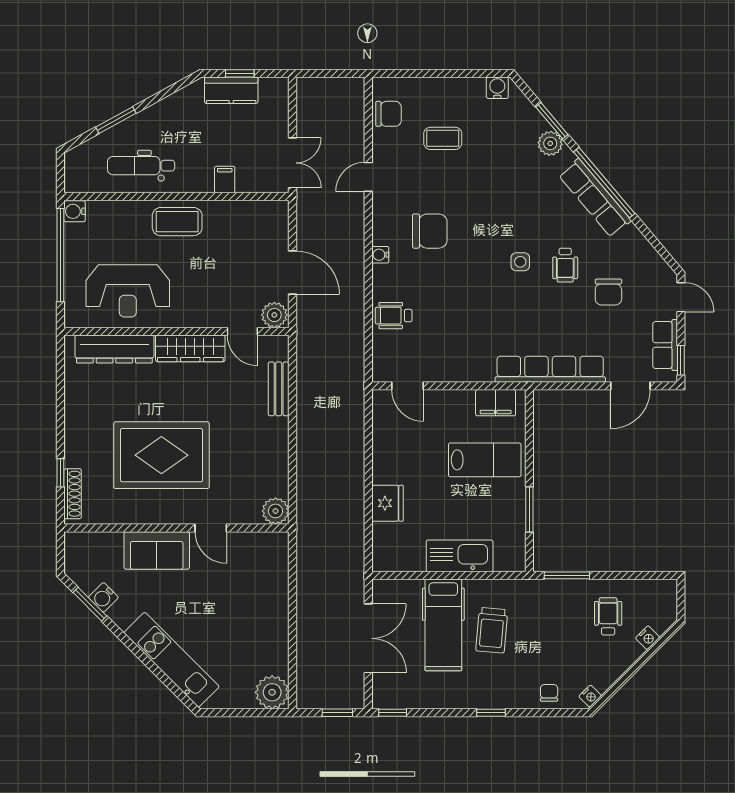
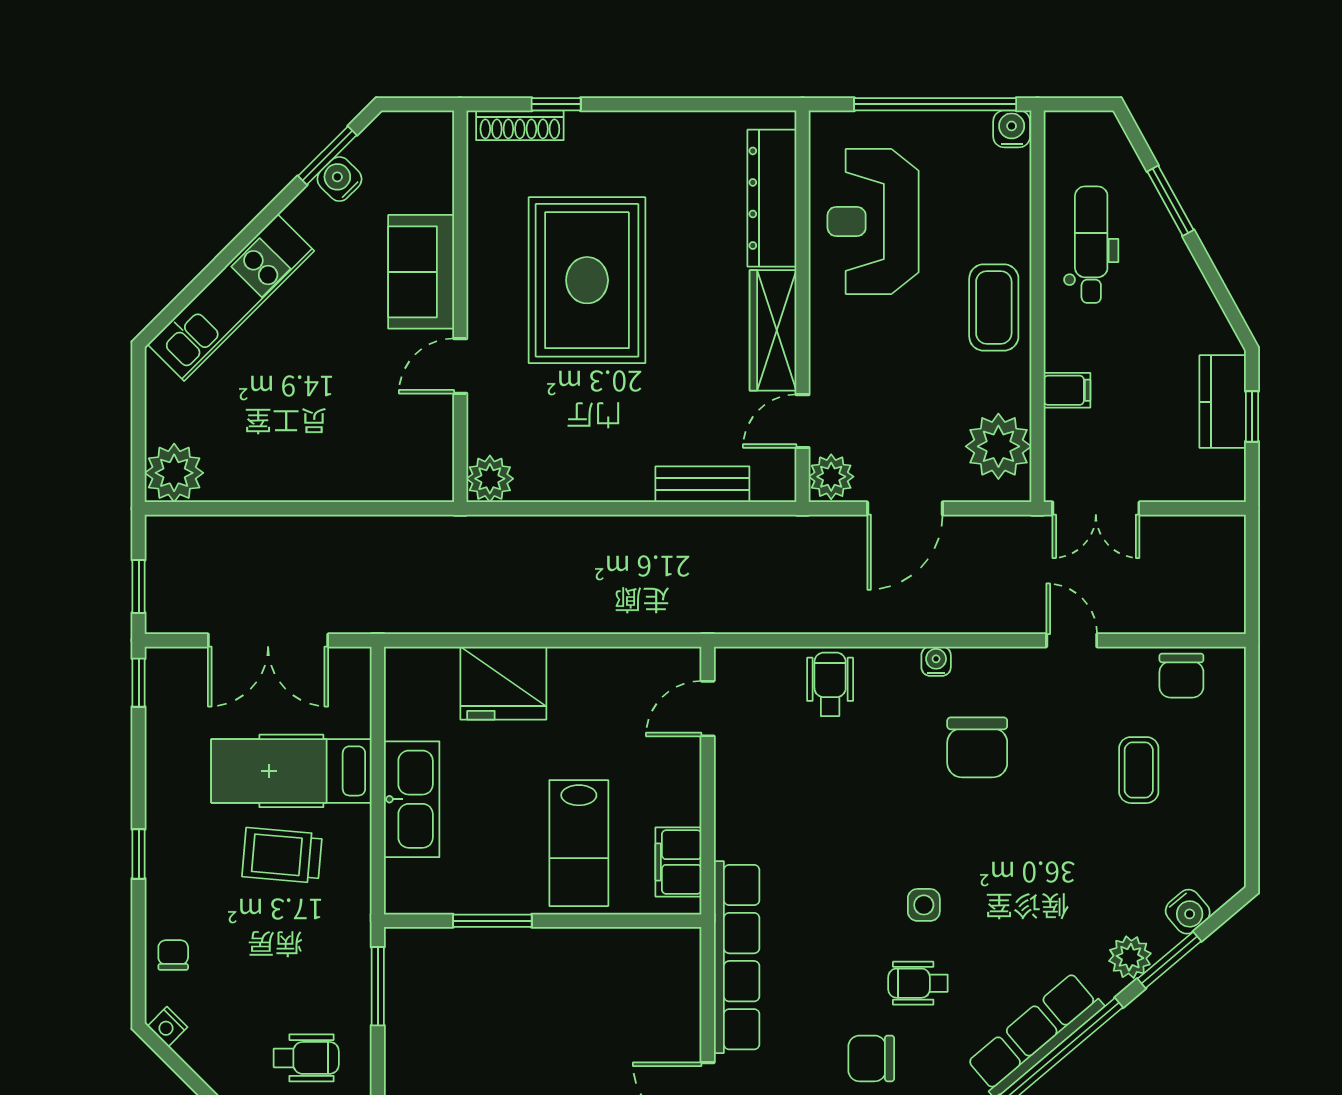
water cooler: (497, 88) -> (1188, 912), moved, turned 50
plant: (257, 219) -> (998, 446), added
fridge: (388, 503) -> (503, 683), width x1.36, depth x1.34
chair: (549, 693) -> (173, 955), turned -90

